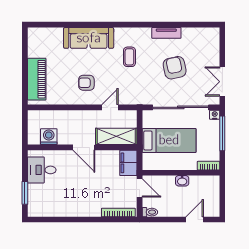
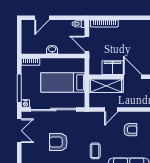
armchair: (175, 68) -> (58, 142), turned 102
filing cabinet: (128, 163) -> (113, 68), moved, turned -90

